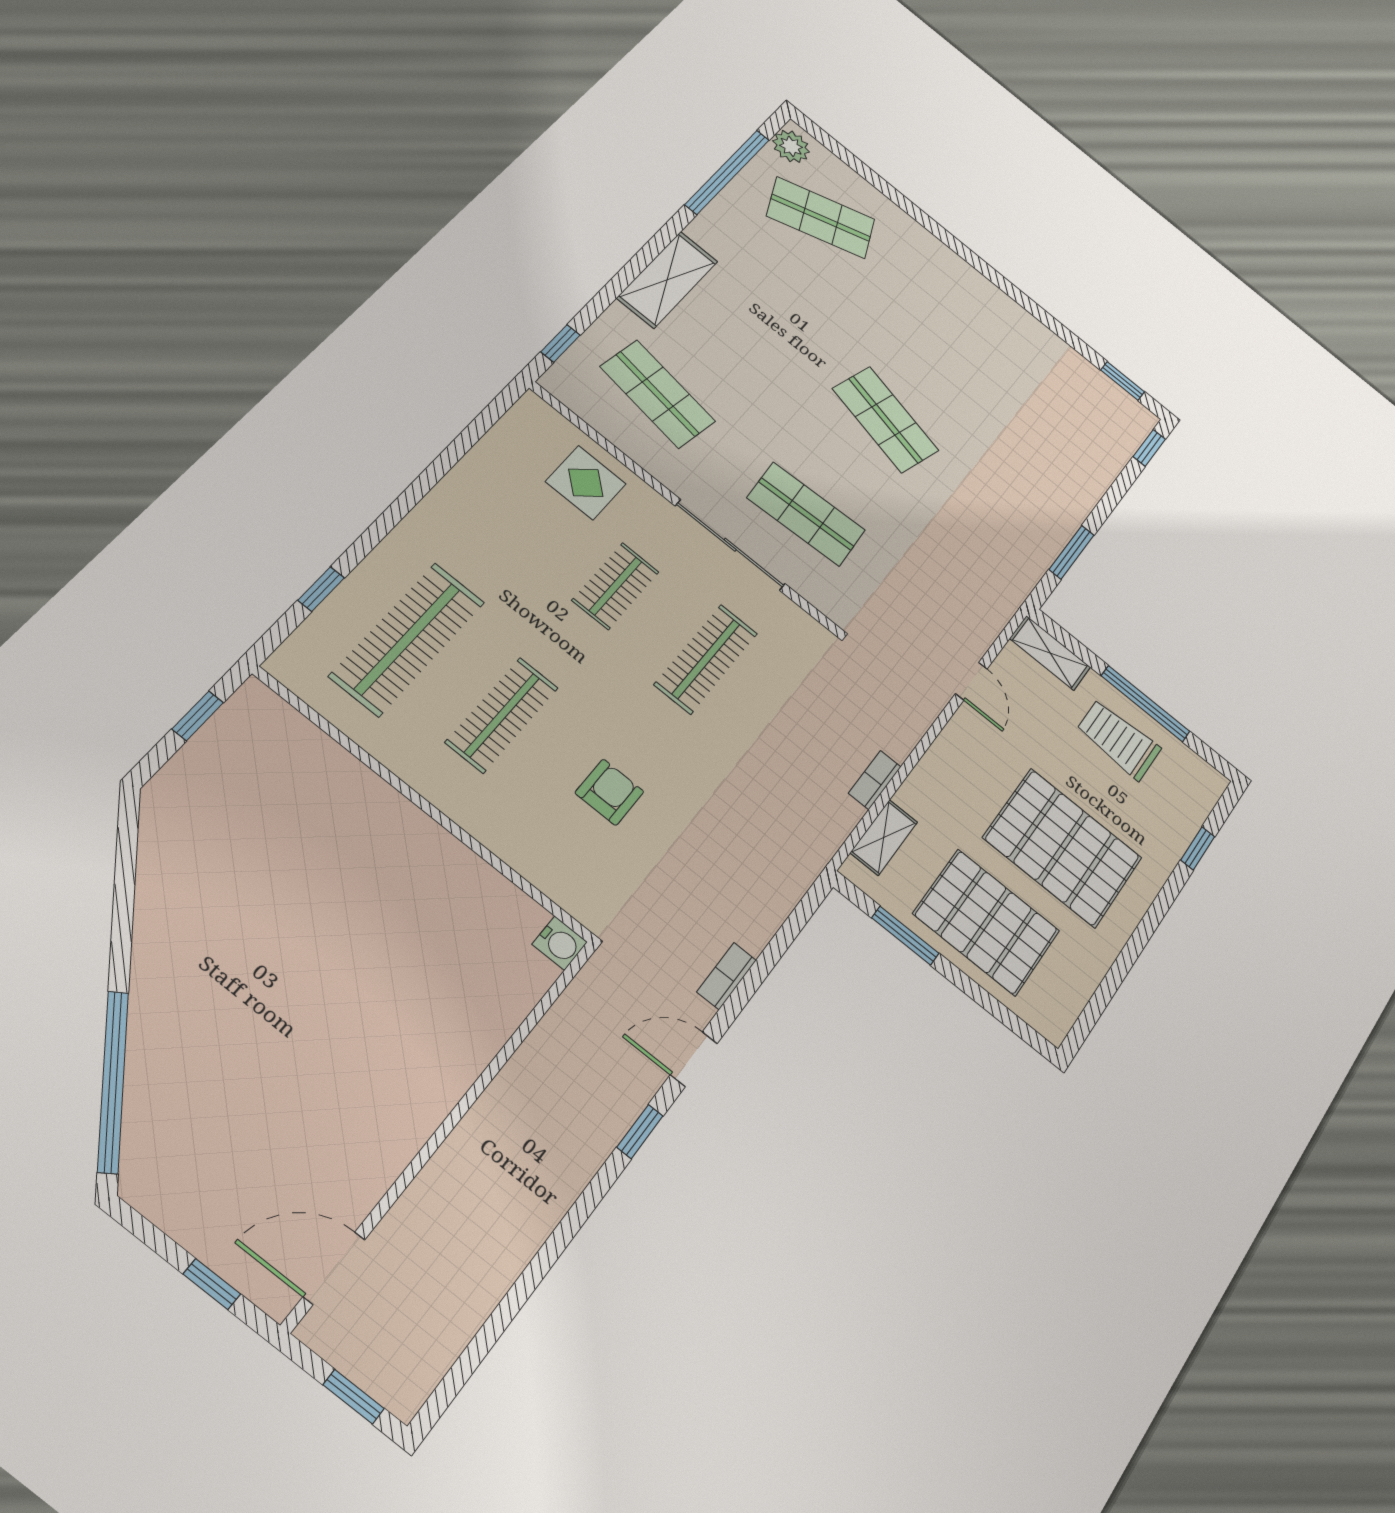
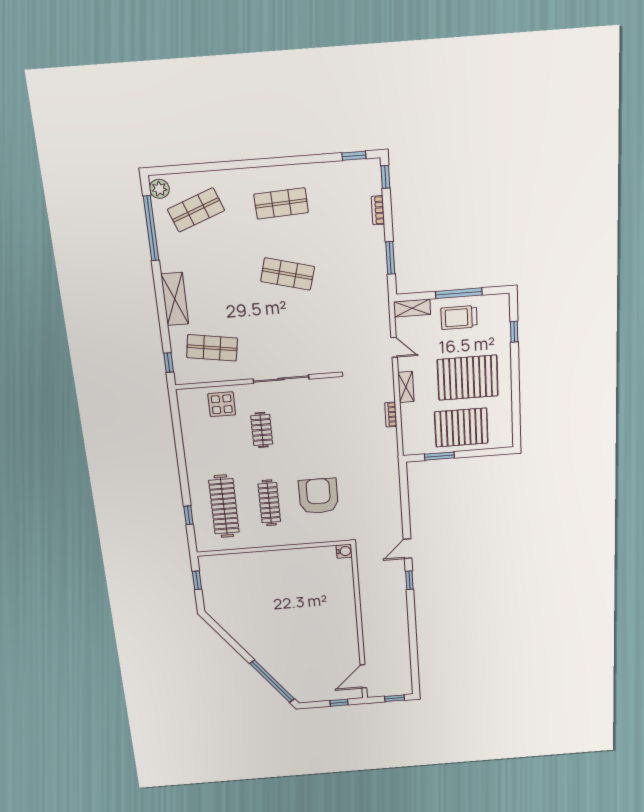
shop shelf: (806, 514) -> (281, 203), moved
clothes rail: (706, 659) -> (308, 426), removed
armchair: (609, 792) -> (318, 496), width x1.88, depth x1.88
shelving: (884, 837) -> (406, 387), moved
bookcase: (727, 976) -> (378, 210), moved

